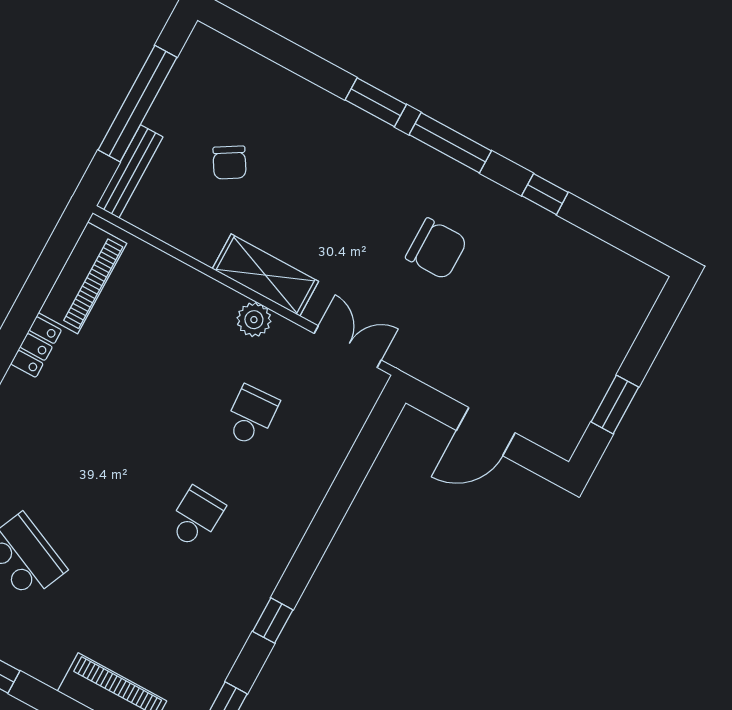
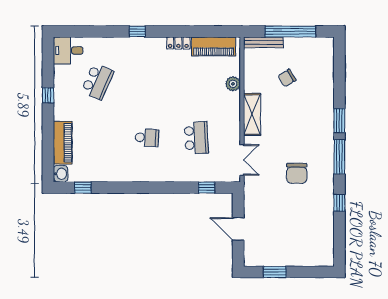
plant: (254, 320) -> (233, 84), moved
school desk: (251, 416) -> (196, 138), width x1.85
window: (273, 621) -> (207, 188), moved

